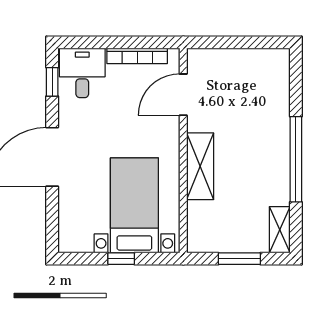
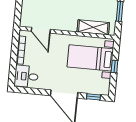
window: (52, 82) -> (94, 97), moved
shelving: (200, 166) -> (93, 27), moved

